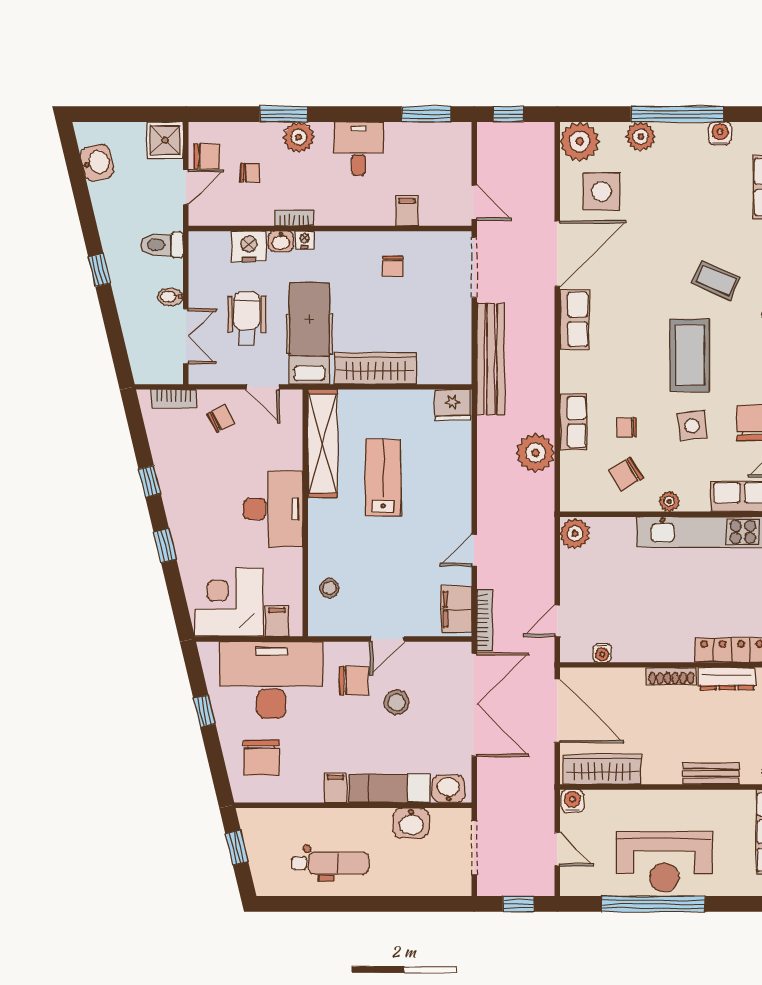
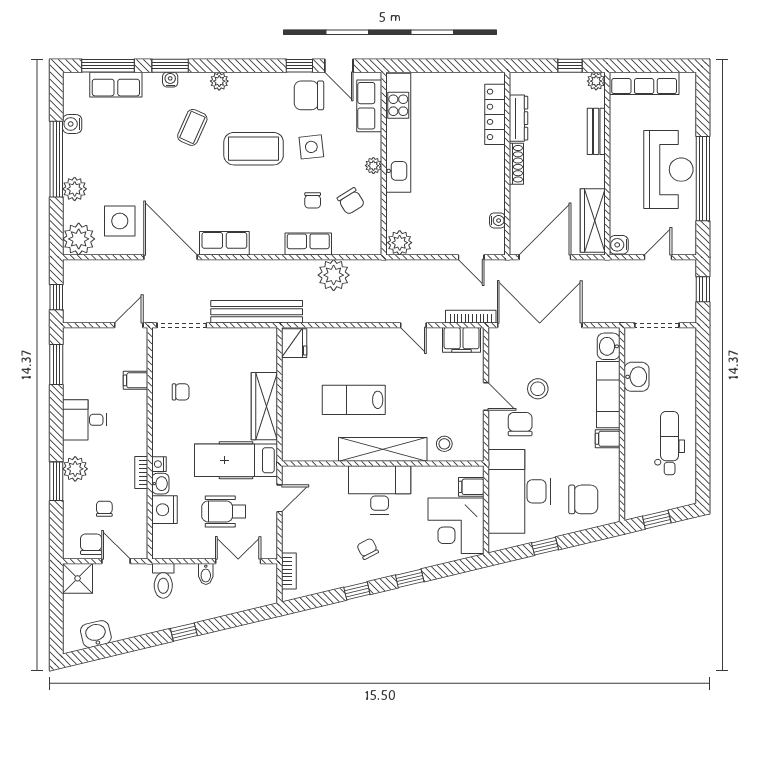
chair: (221, 419) -> (368, 549), moved
shelving: (323, 443) -> (383, 449), moved

